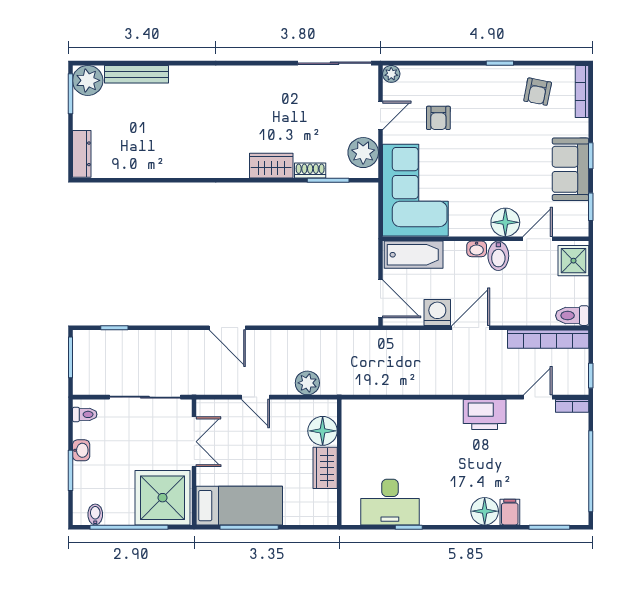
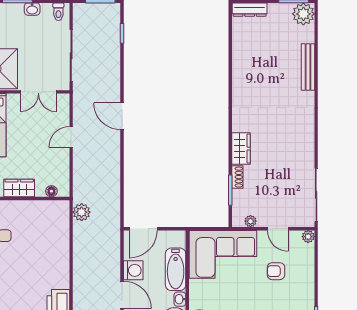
bench: (136, 74) -> (308, 67), moved
plant: (363, 153) -> (251, 221), width x0.53, depth x0.53
bathtub: (414, 255) -> (176, 269), moved
door: (227, 328) -> (122, 116), hinge flipped
plant: (307, 383) -> (82, 212), moved
floor lamp: (323, 431) -> (51, 191), width x0.53, depth x0.53

